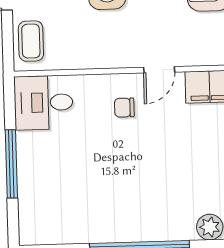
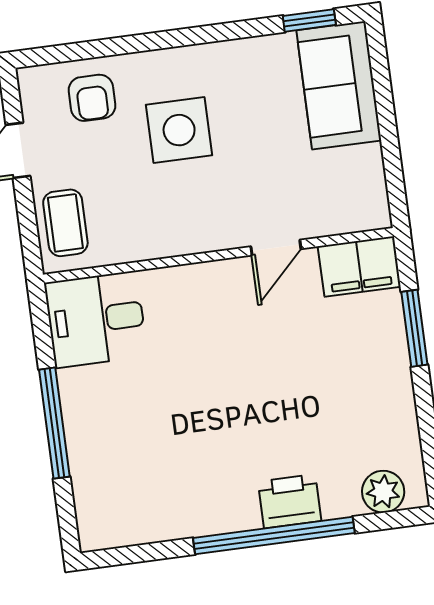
chair: (124, 108) -> (226, 314), removed
printer: (151, 227) -> (290, 501), added

